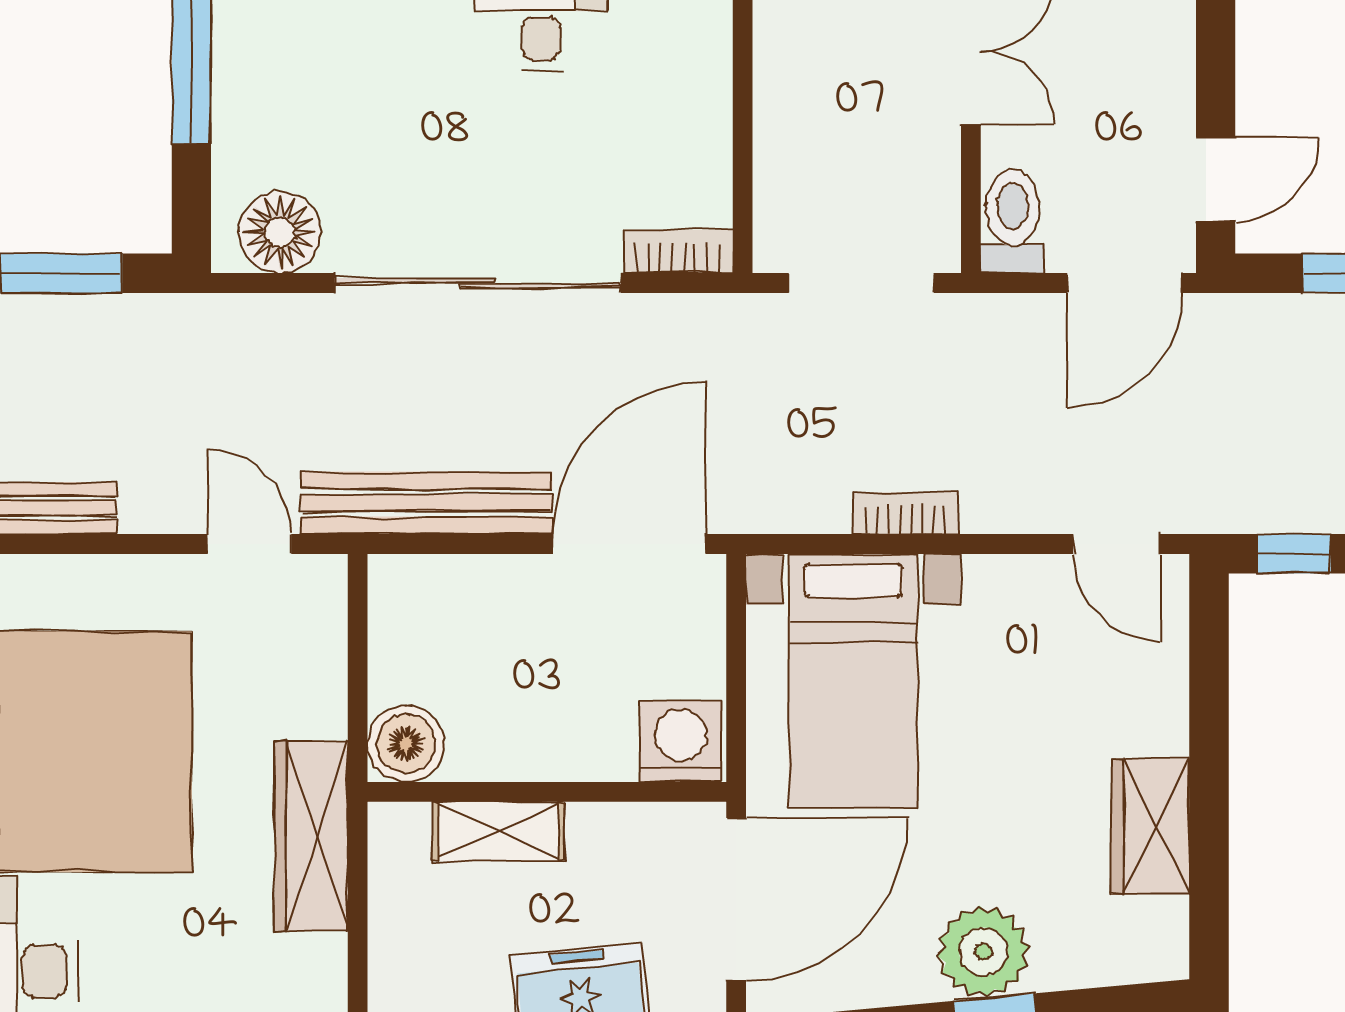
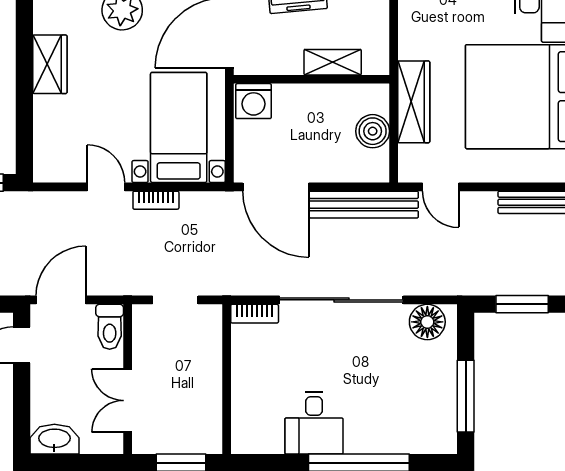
doorway: (861, 283) -> (175, 300), width x0.73
door: (629, 544) -> (276, 187), hinge flipped
door: (1117, 544) -> (106, 187), moved
boiler: (406, 744) -> (373, 131), moved
wardrobe: (311, 836) -> (414, 102), moved

